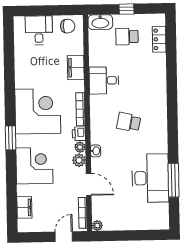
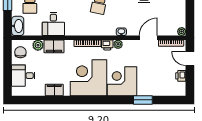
desk: (104, 80) -> (53, 24), moved
window: (11, 138) -> (143, 100), moved
plant: (79, 160) -> (38, 45), moved
corner desk: (34, 166) -> (122, 81), moved
filing cabinet: (24, 207) -> (54, 90), moved
printer: (42, 226) -> (181, 76), added

